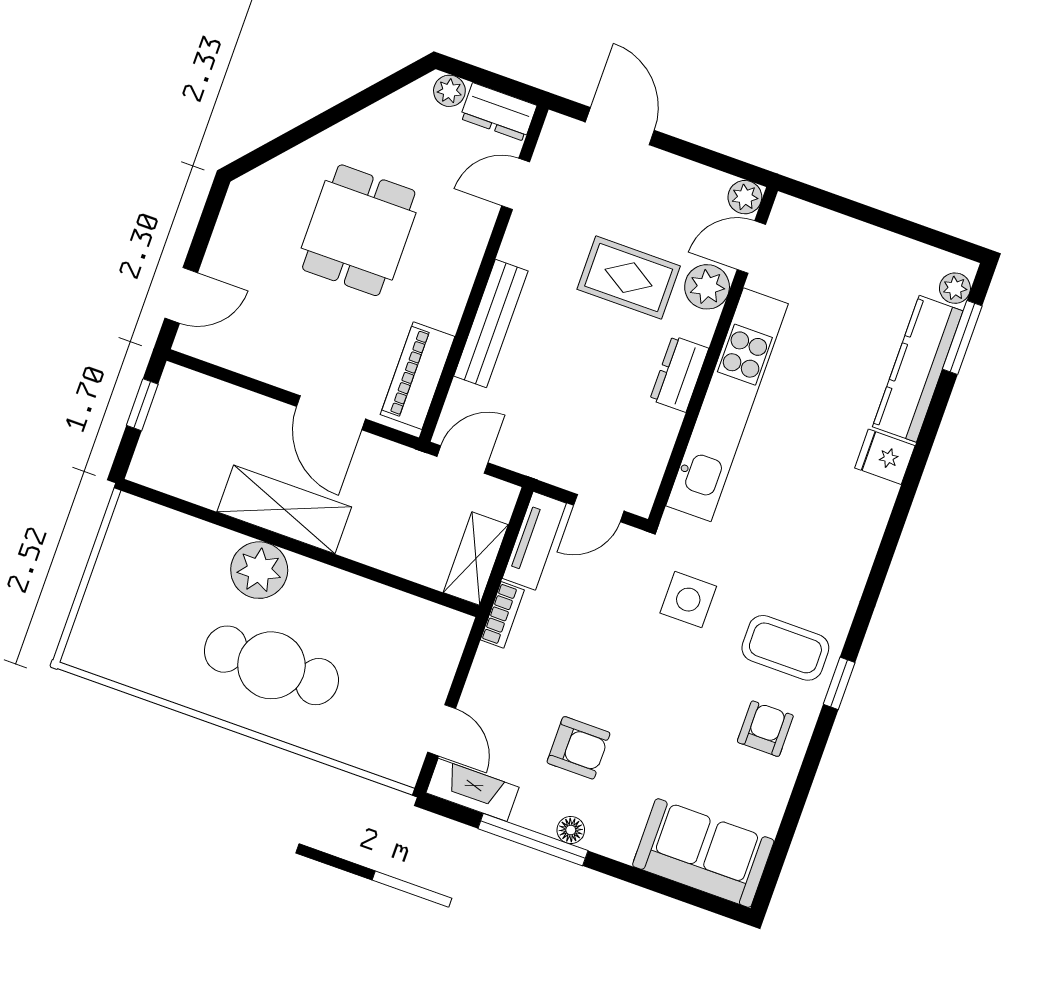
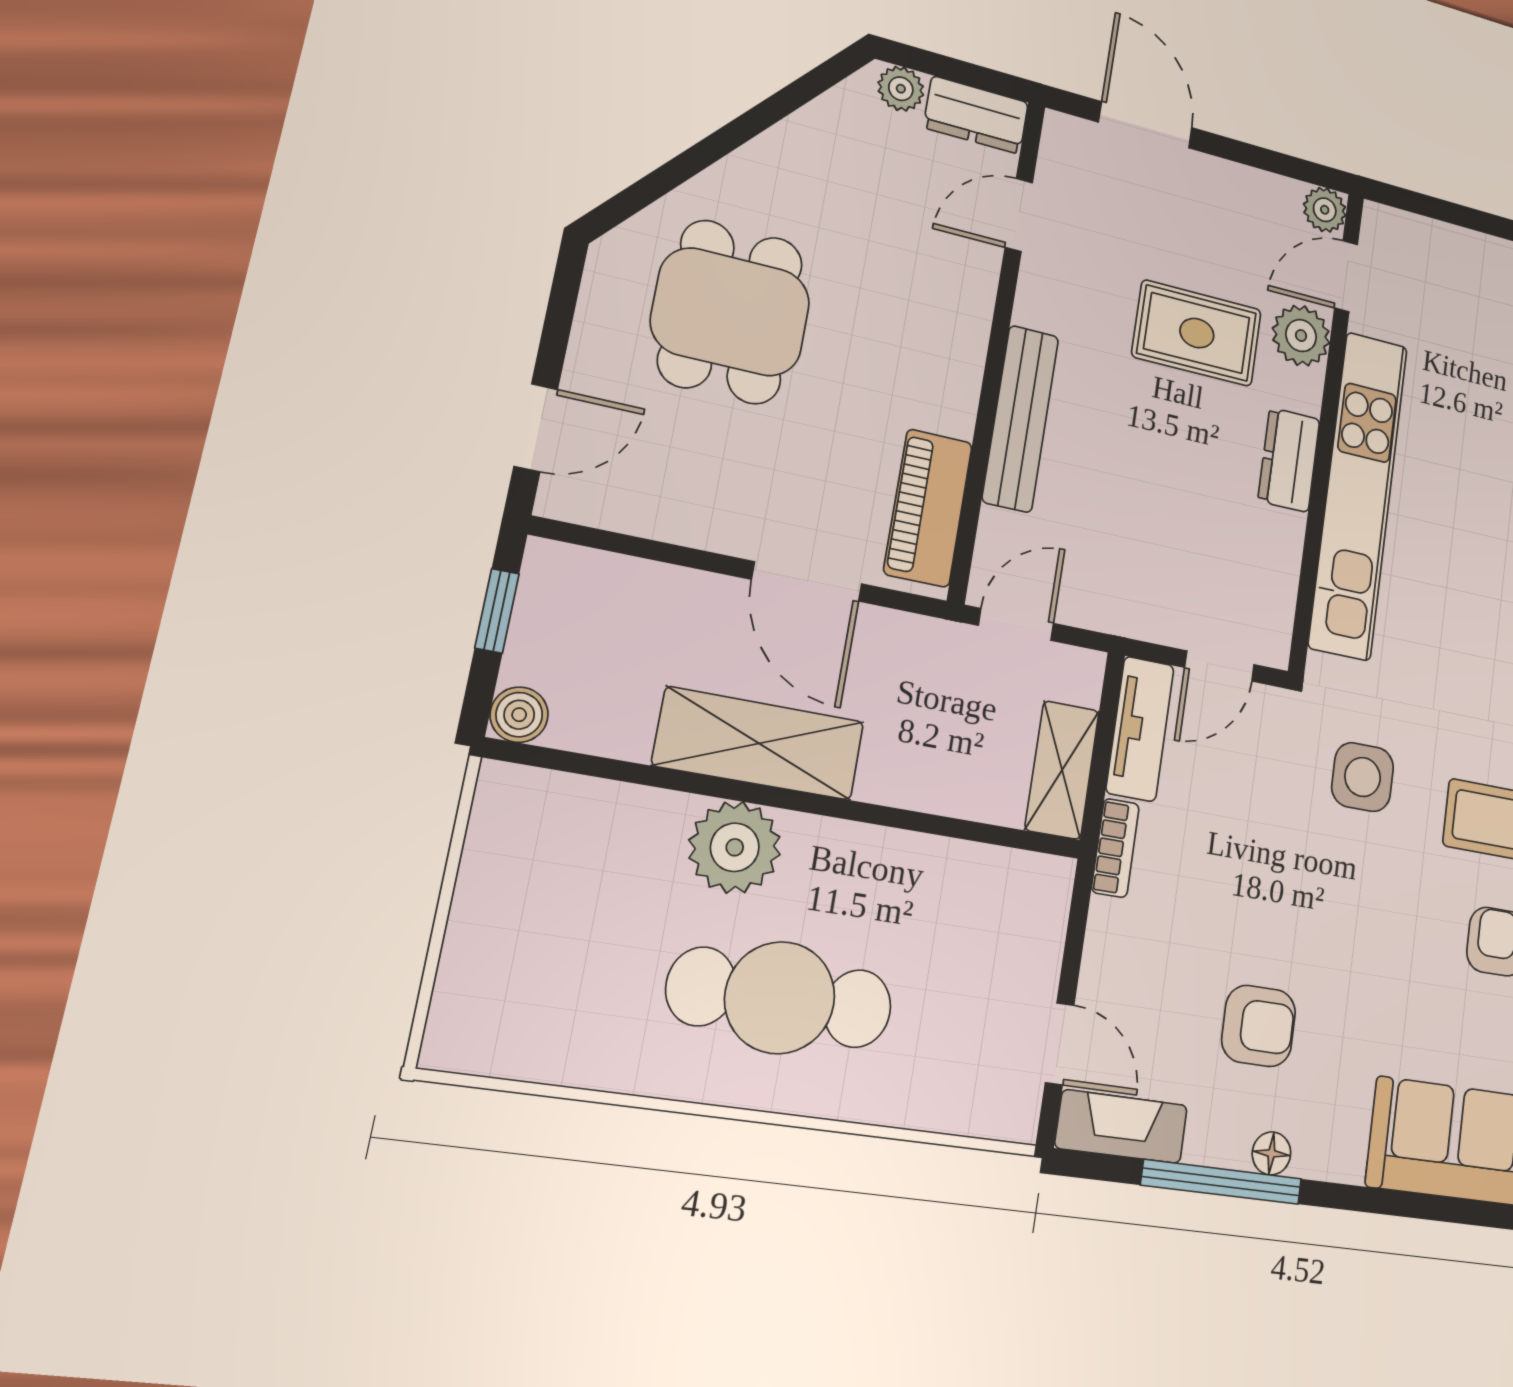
dining table: (359, 230) -> (731, 312), moved
boiler: (146, 469) -> (519, 715), added

